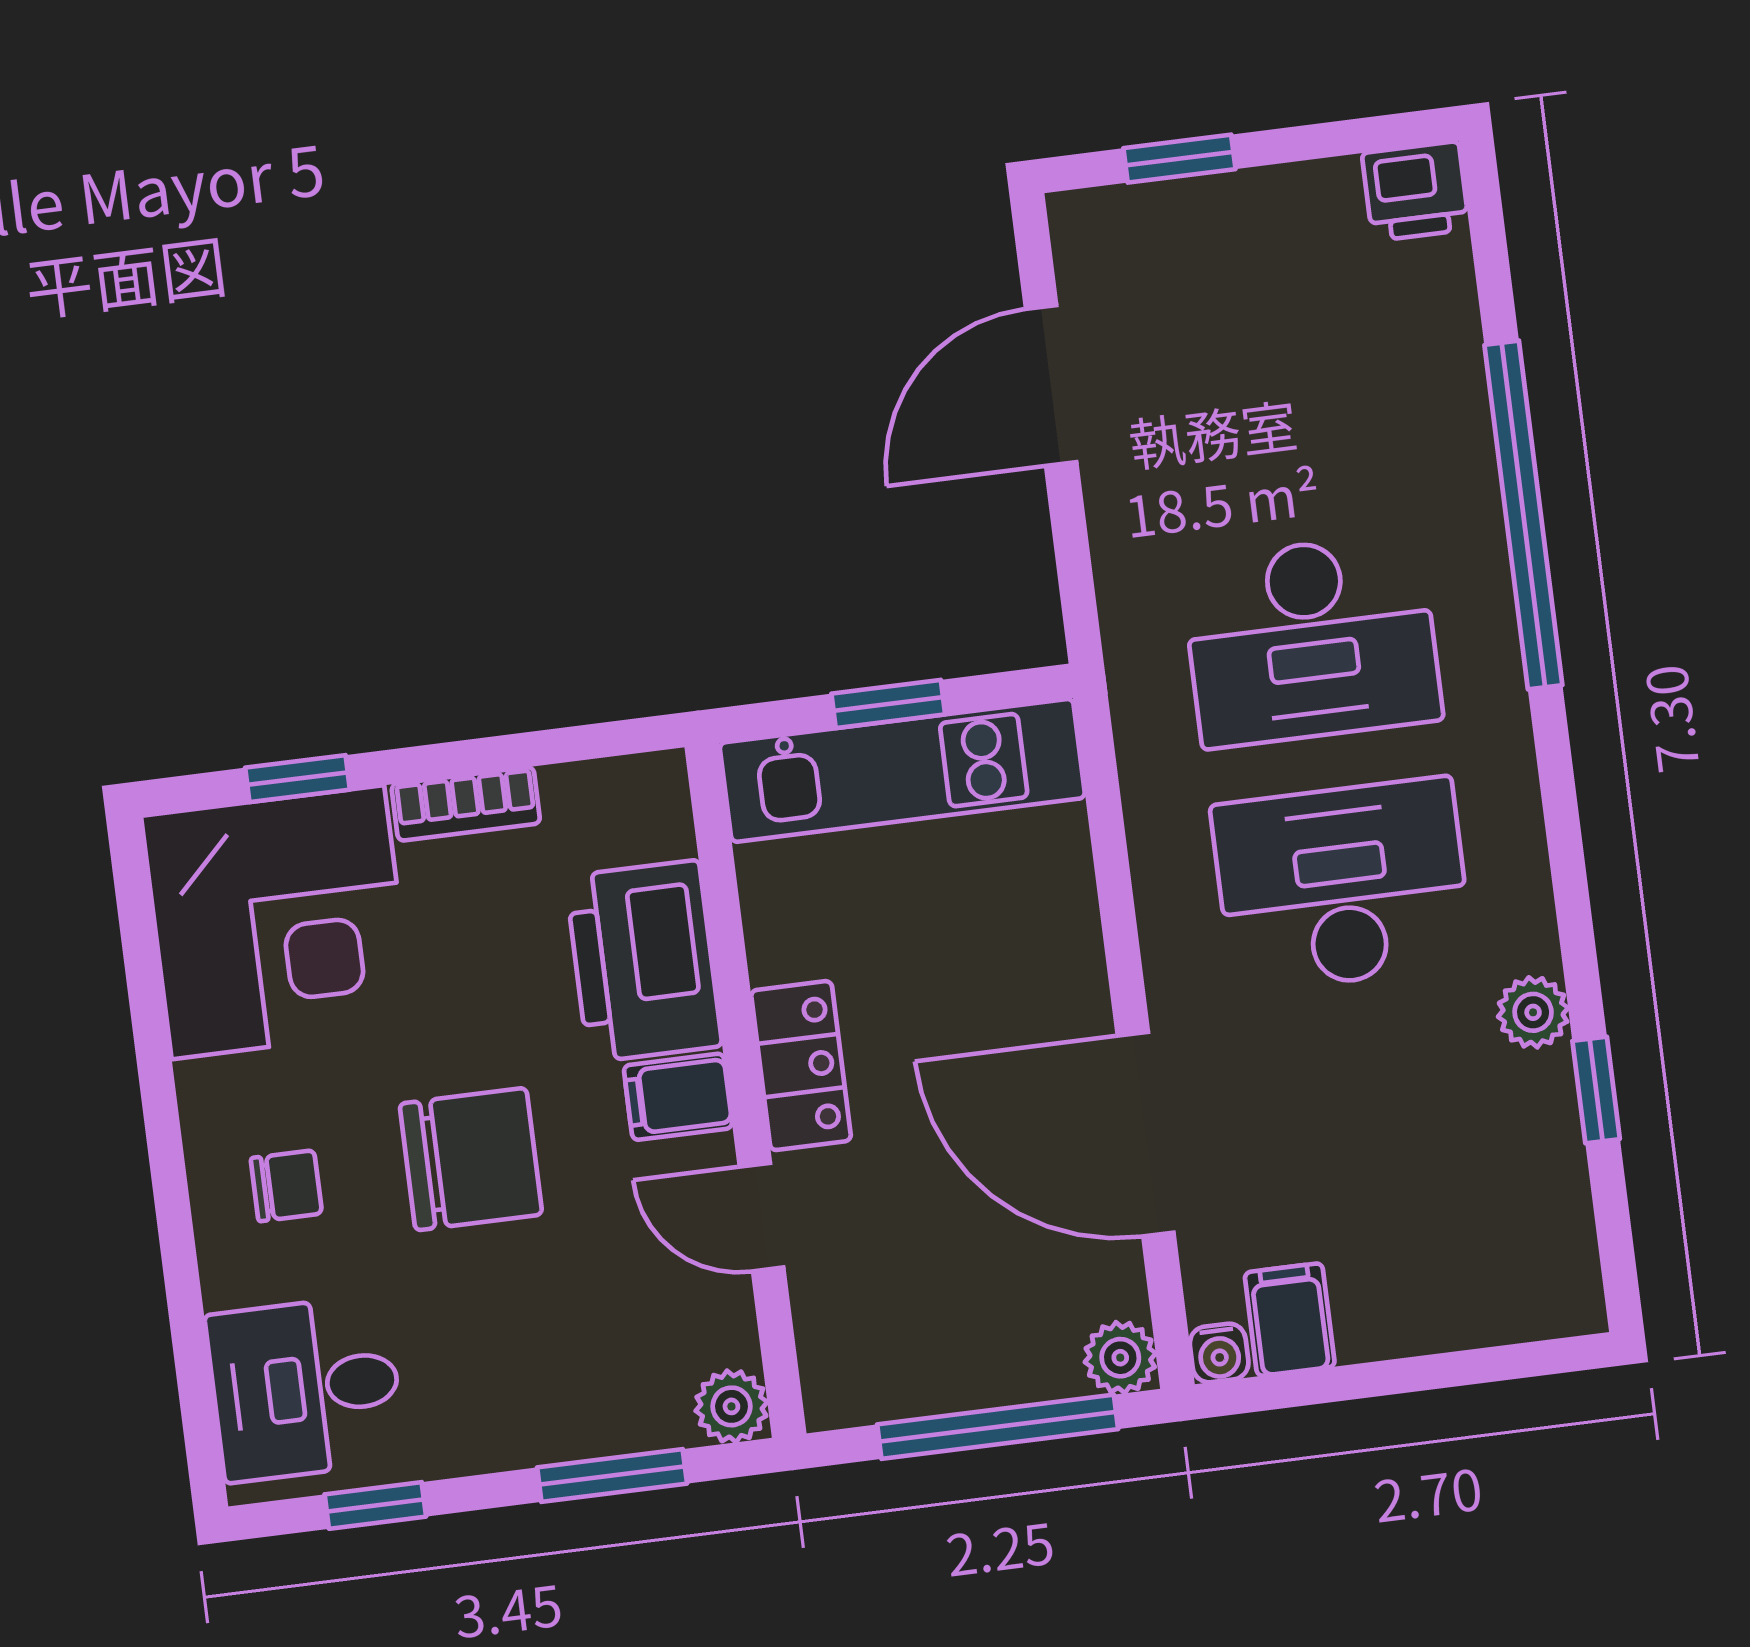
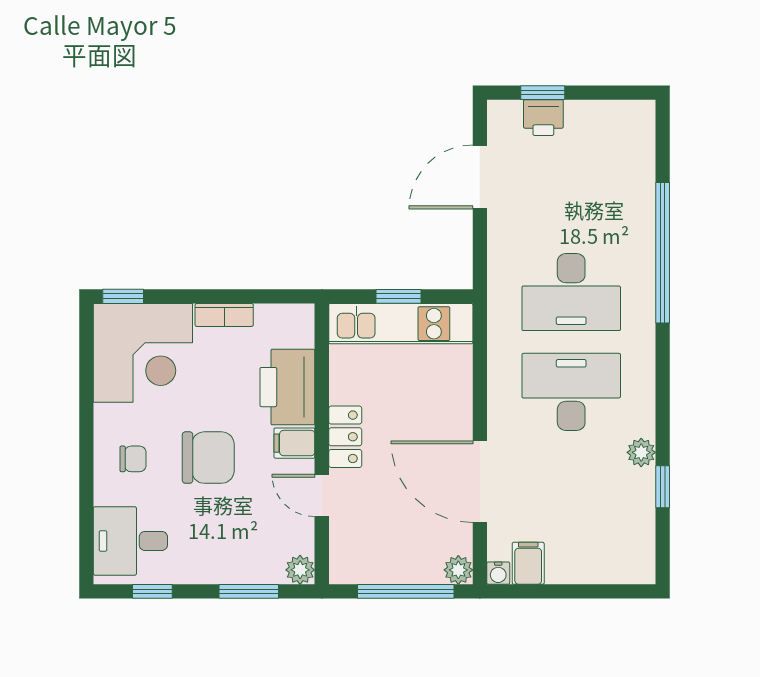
printer: (1416, 191) -> (543, 118), moved
window: (297, 779) -> (123, 296), moved

